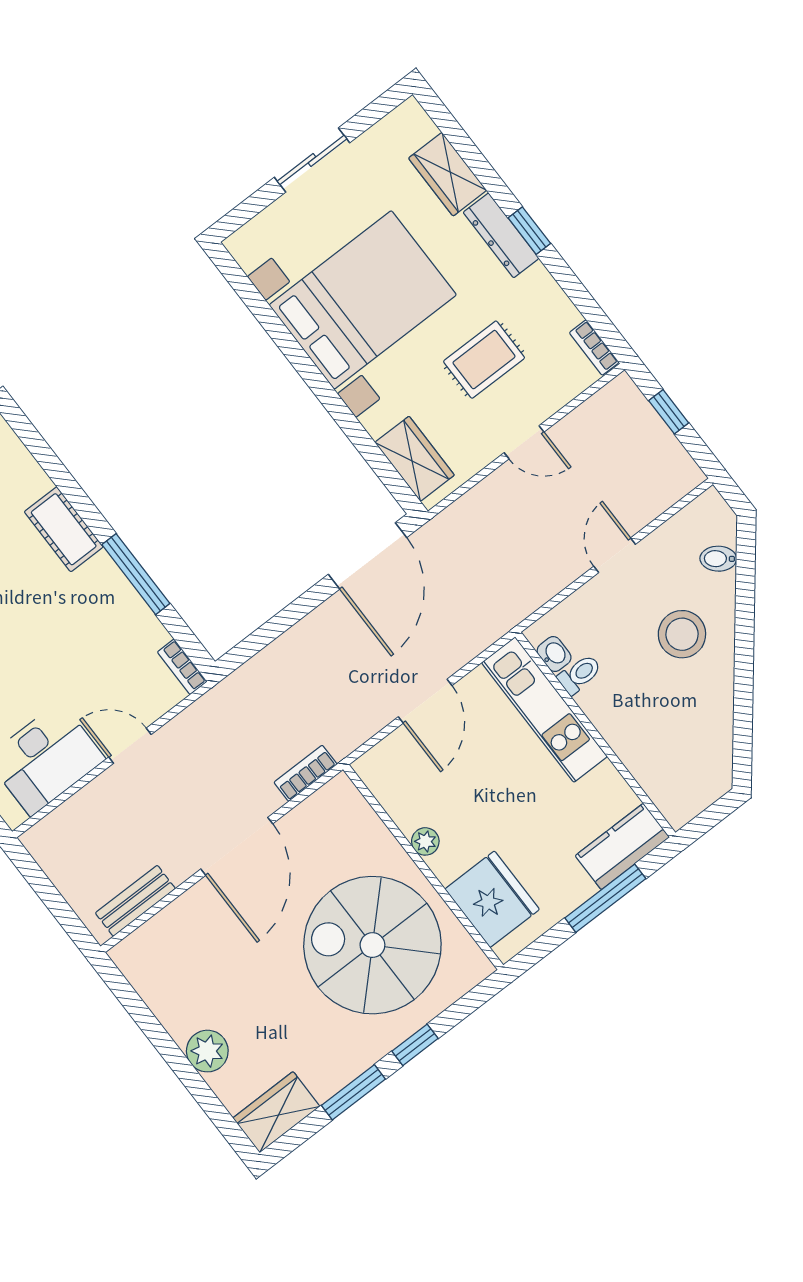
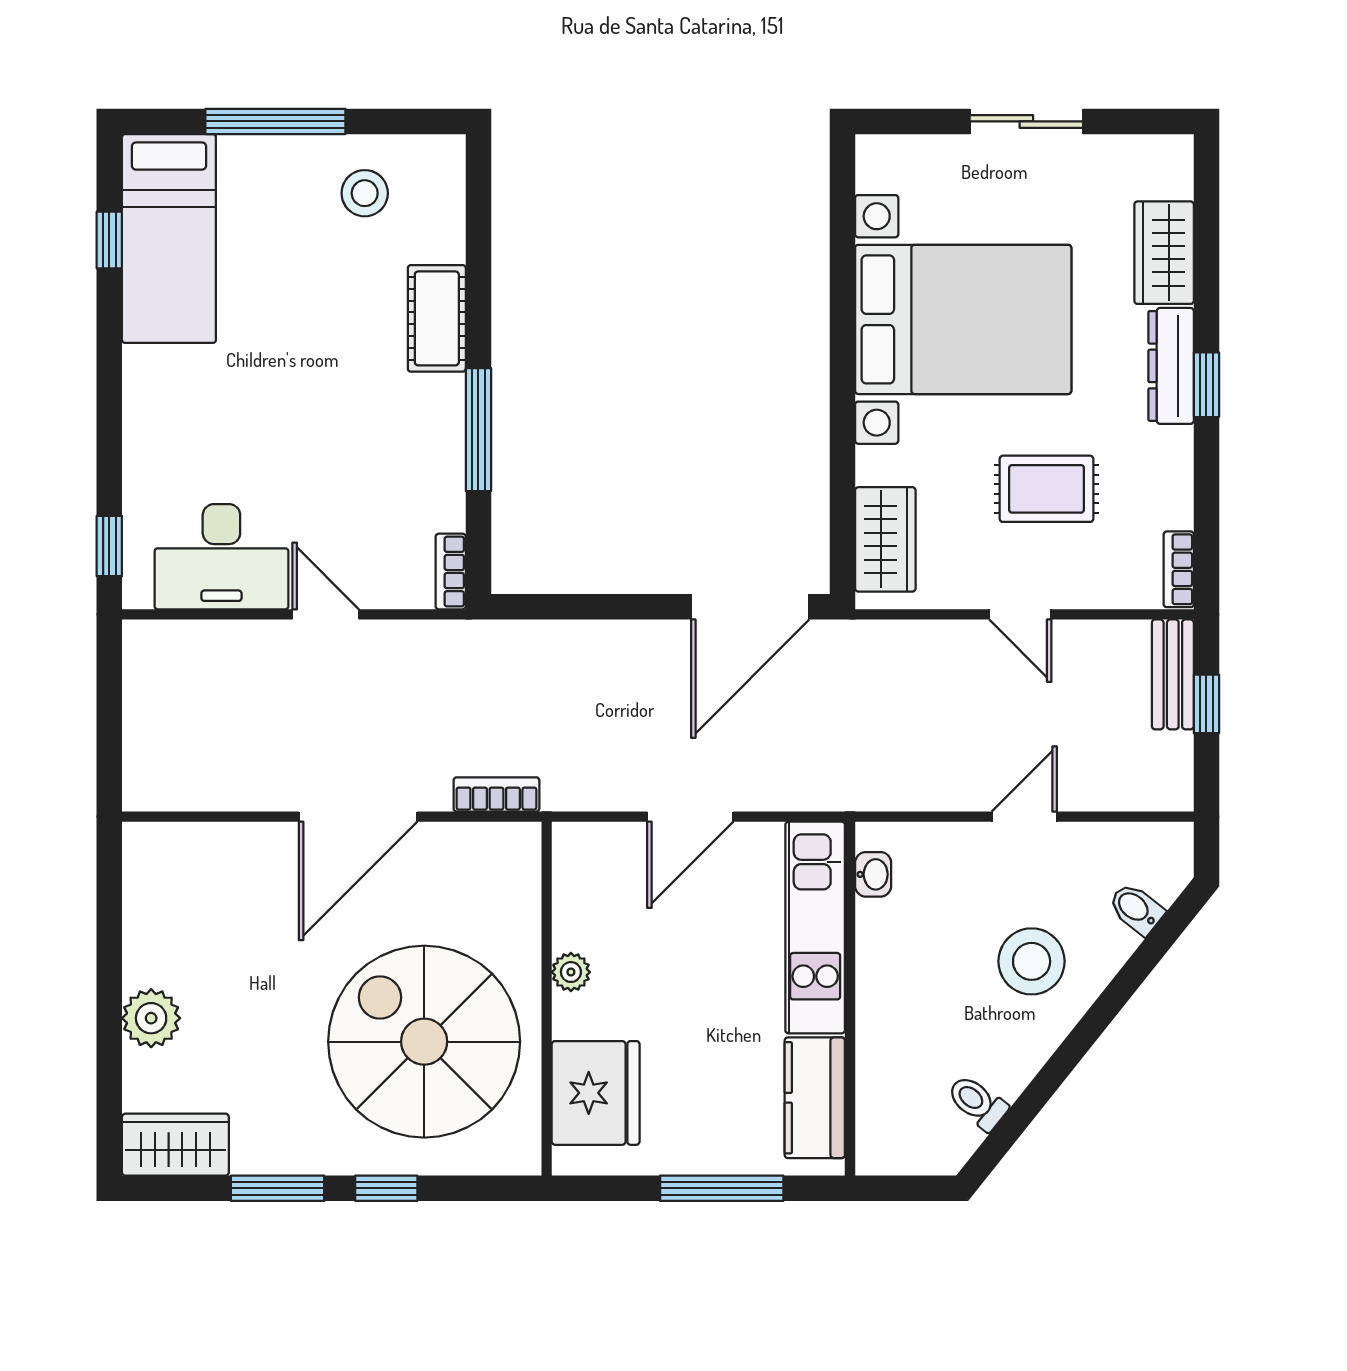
toilet: (580, 674) -> (977, 1103), moved, turned -141
kitchen counter: (622, 846) -> (815, 1098), moved, turned -90
bench: (135, 901) -> (1173, 674), moved, turned 90

